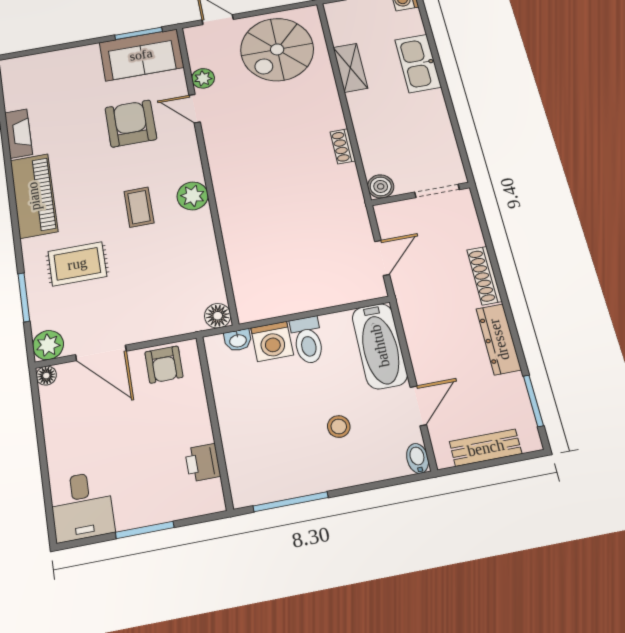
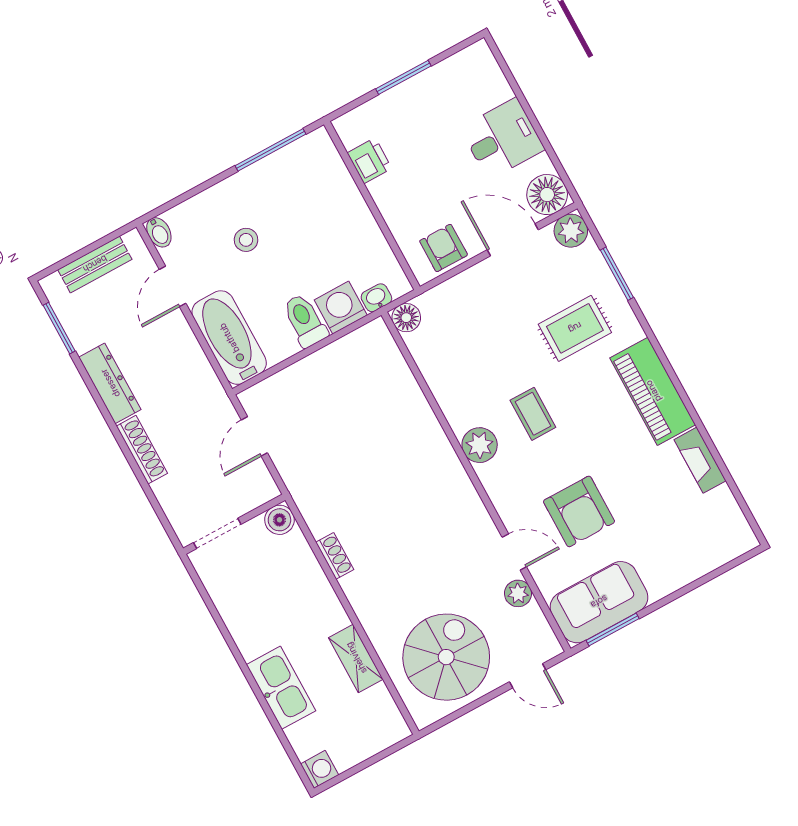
floor lamp: (46, 376) -> (547, 195), width x1.89, depth x1.89
desk: (82, 506) -> (502, 139), moved, turned 90

